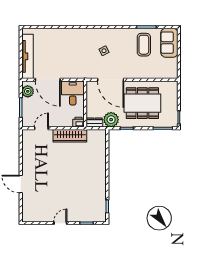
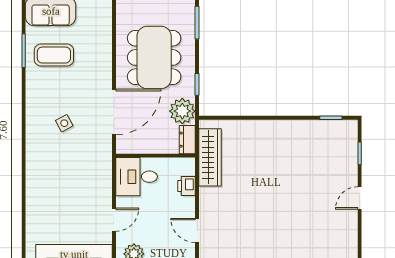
door: (48, 80) -> (114, 220), width x0.53
printer: (78, 122) -> (187, 186), moved
wardrobe: (70, 136) -> (210, 157), moved
door: (60, 223) -> (360, 198), hinge flipped

